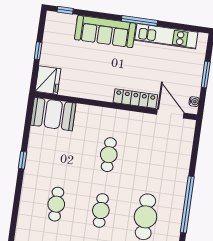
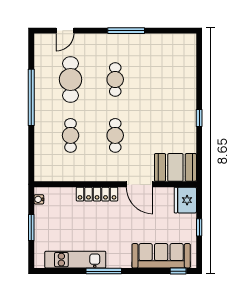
sofa: (105, 31) -> (161, 256), moved
door: (170, 114) -> (140, 184), moved
cafe table: (56, 204) -> (71, 135), moved

